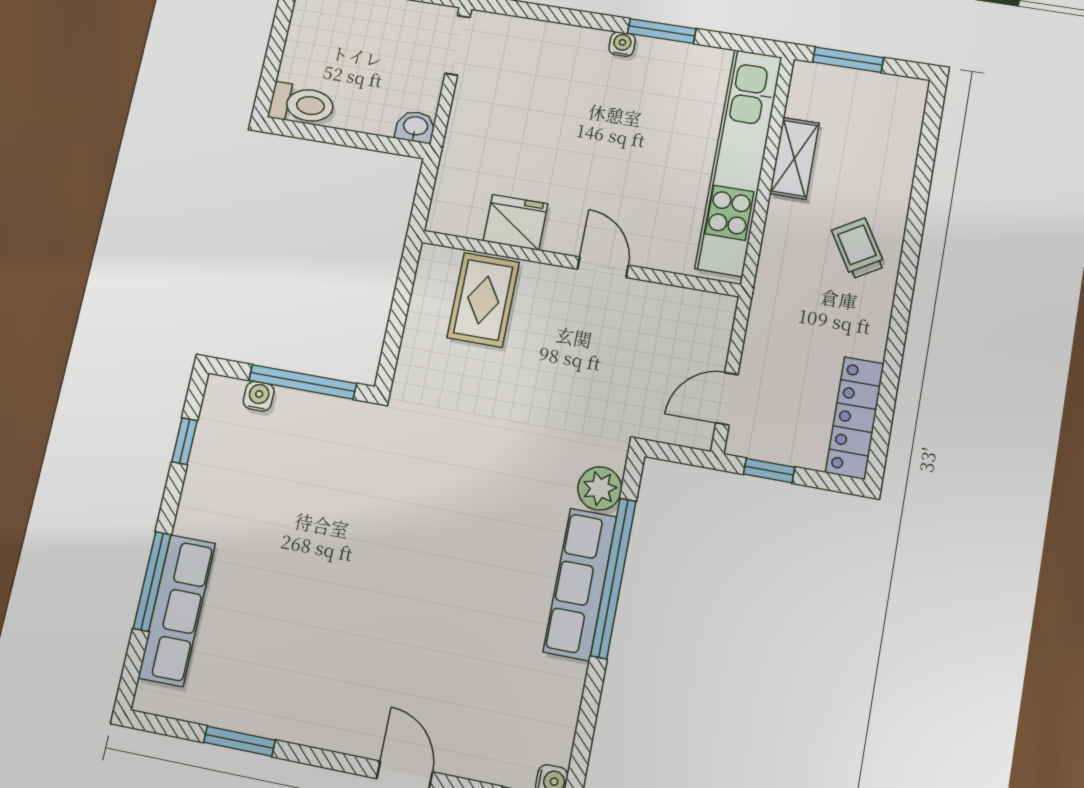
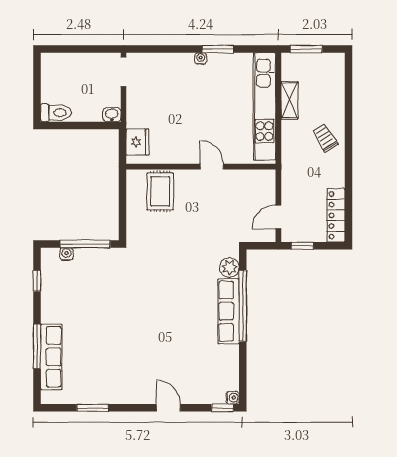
fridge: (515, 222) -> (138, 142), moved, turned 90

